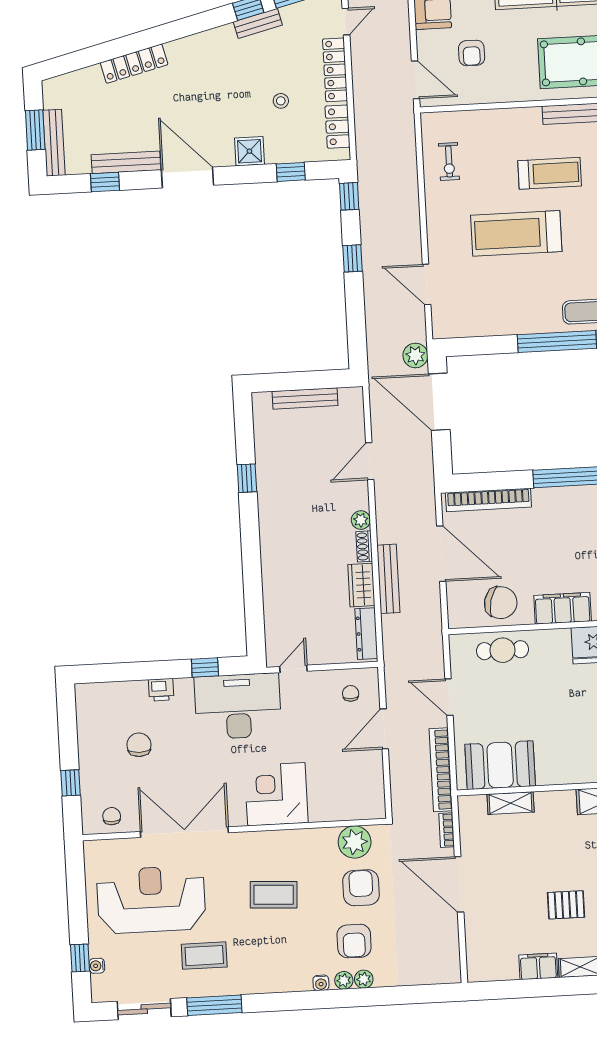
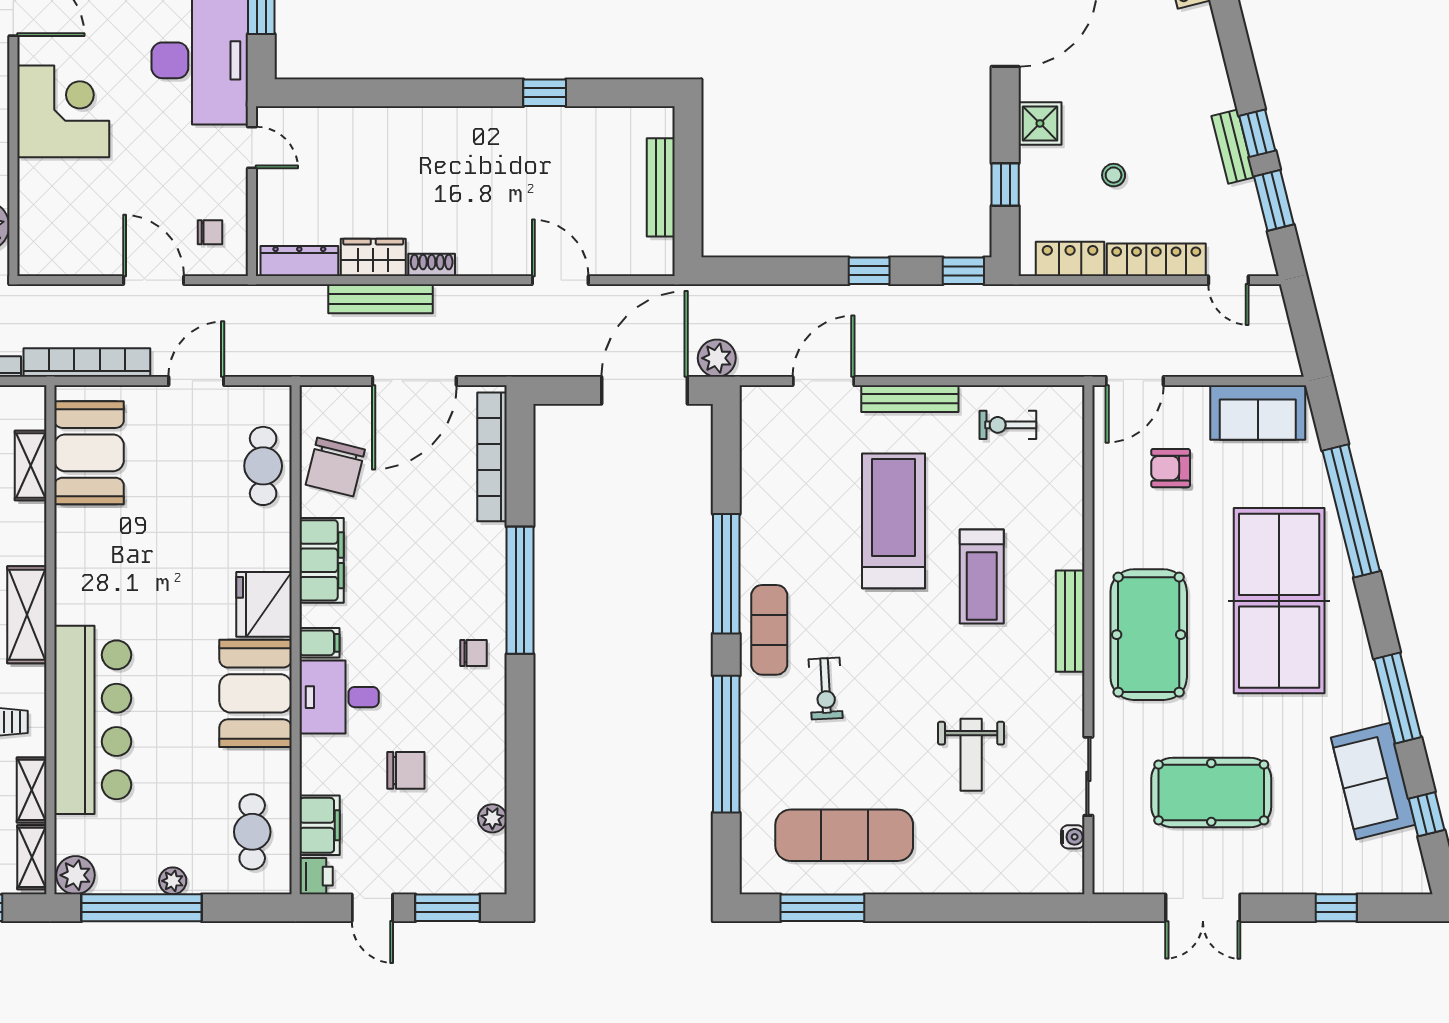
bench: (435, 227) -> (910, 399), added
plant: (361, 520) -> (472, 262), removed

